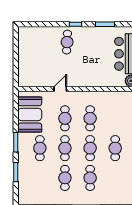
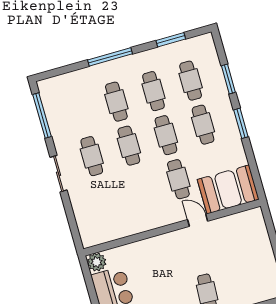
door: (60, 89) -> (198, 220), swing flipped
booth: (30, 114) -> (228, 189), moved, turned 90
cafe table: (90, 118) -> (191, 81), moved

